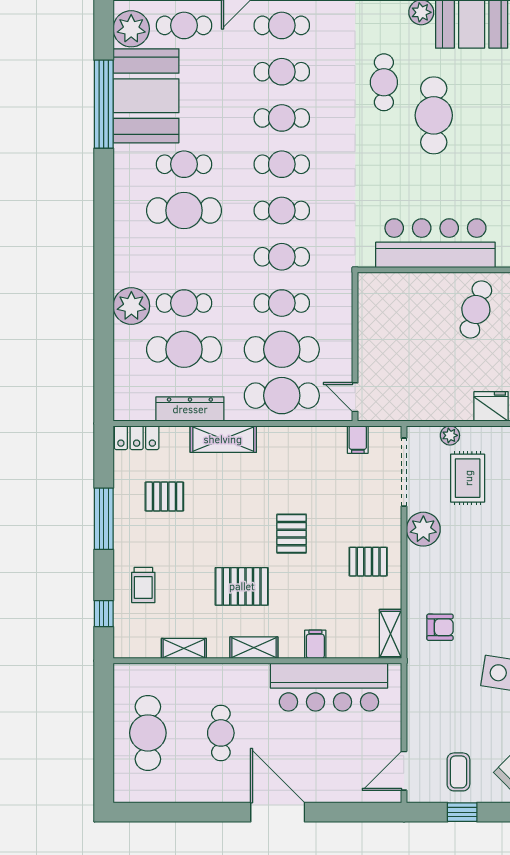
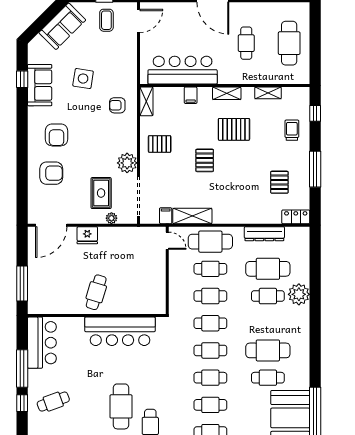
cafe table: (282, 349) -> (210, 269), width x0.73, depth x0.74
shelving: (223, 439) -> (192, 216), moved
pallet: (164, 497) -> (279, 182), turned 90

